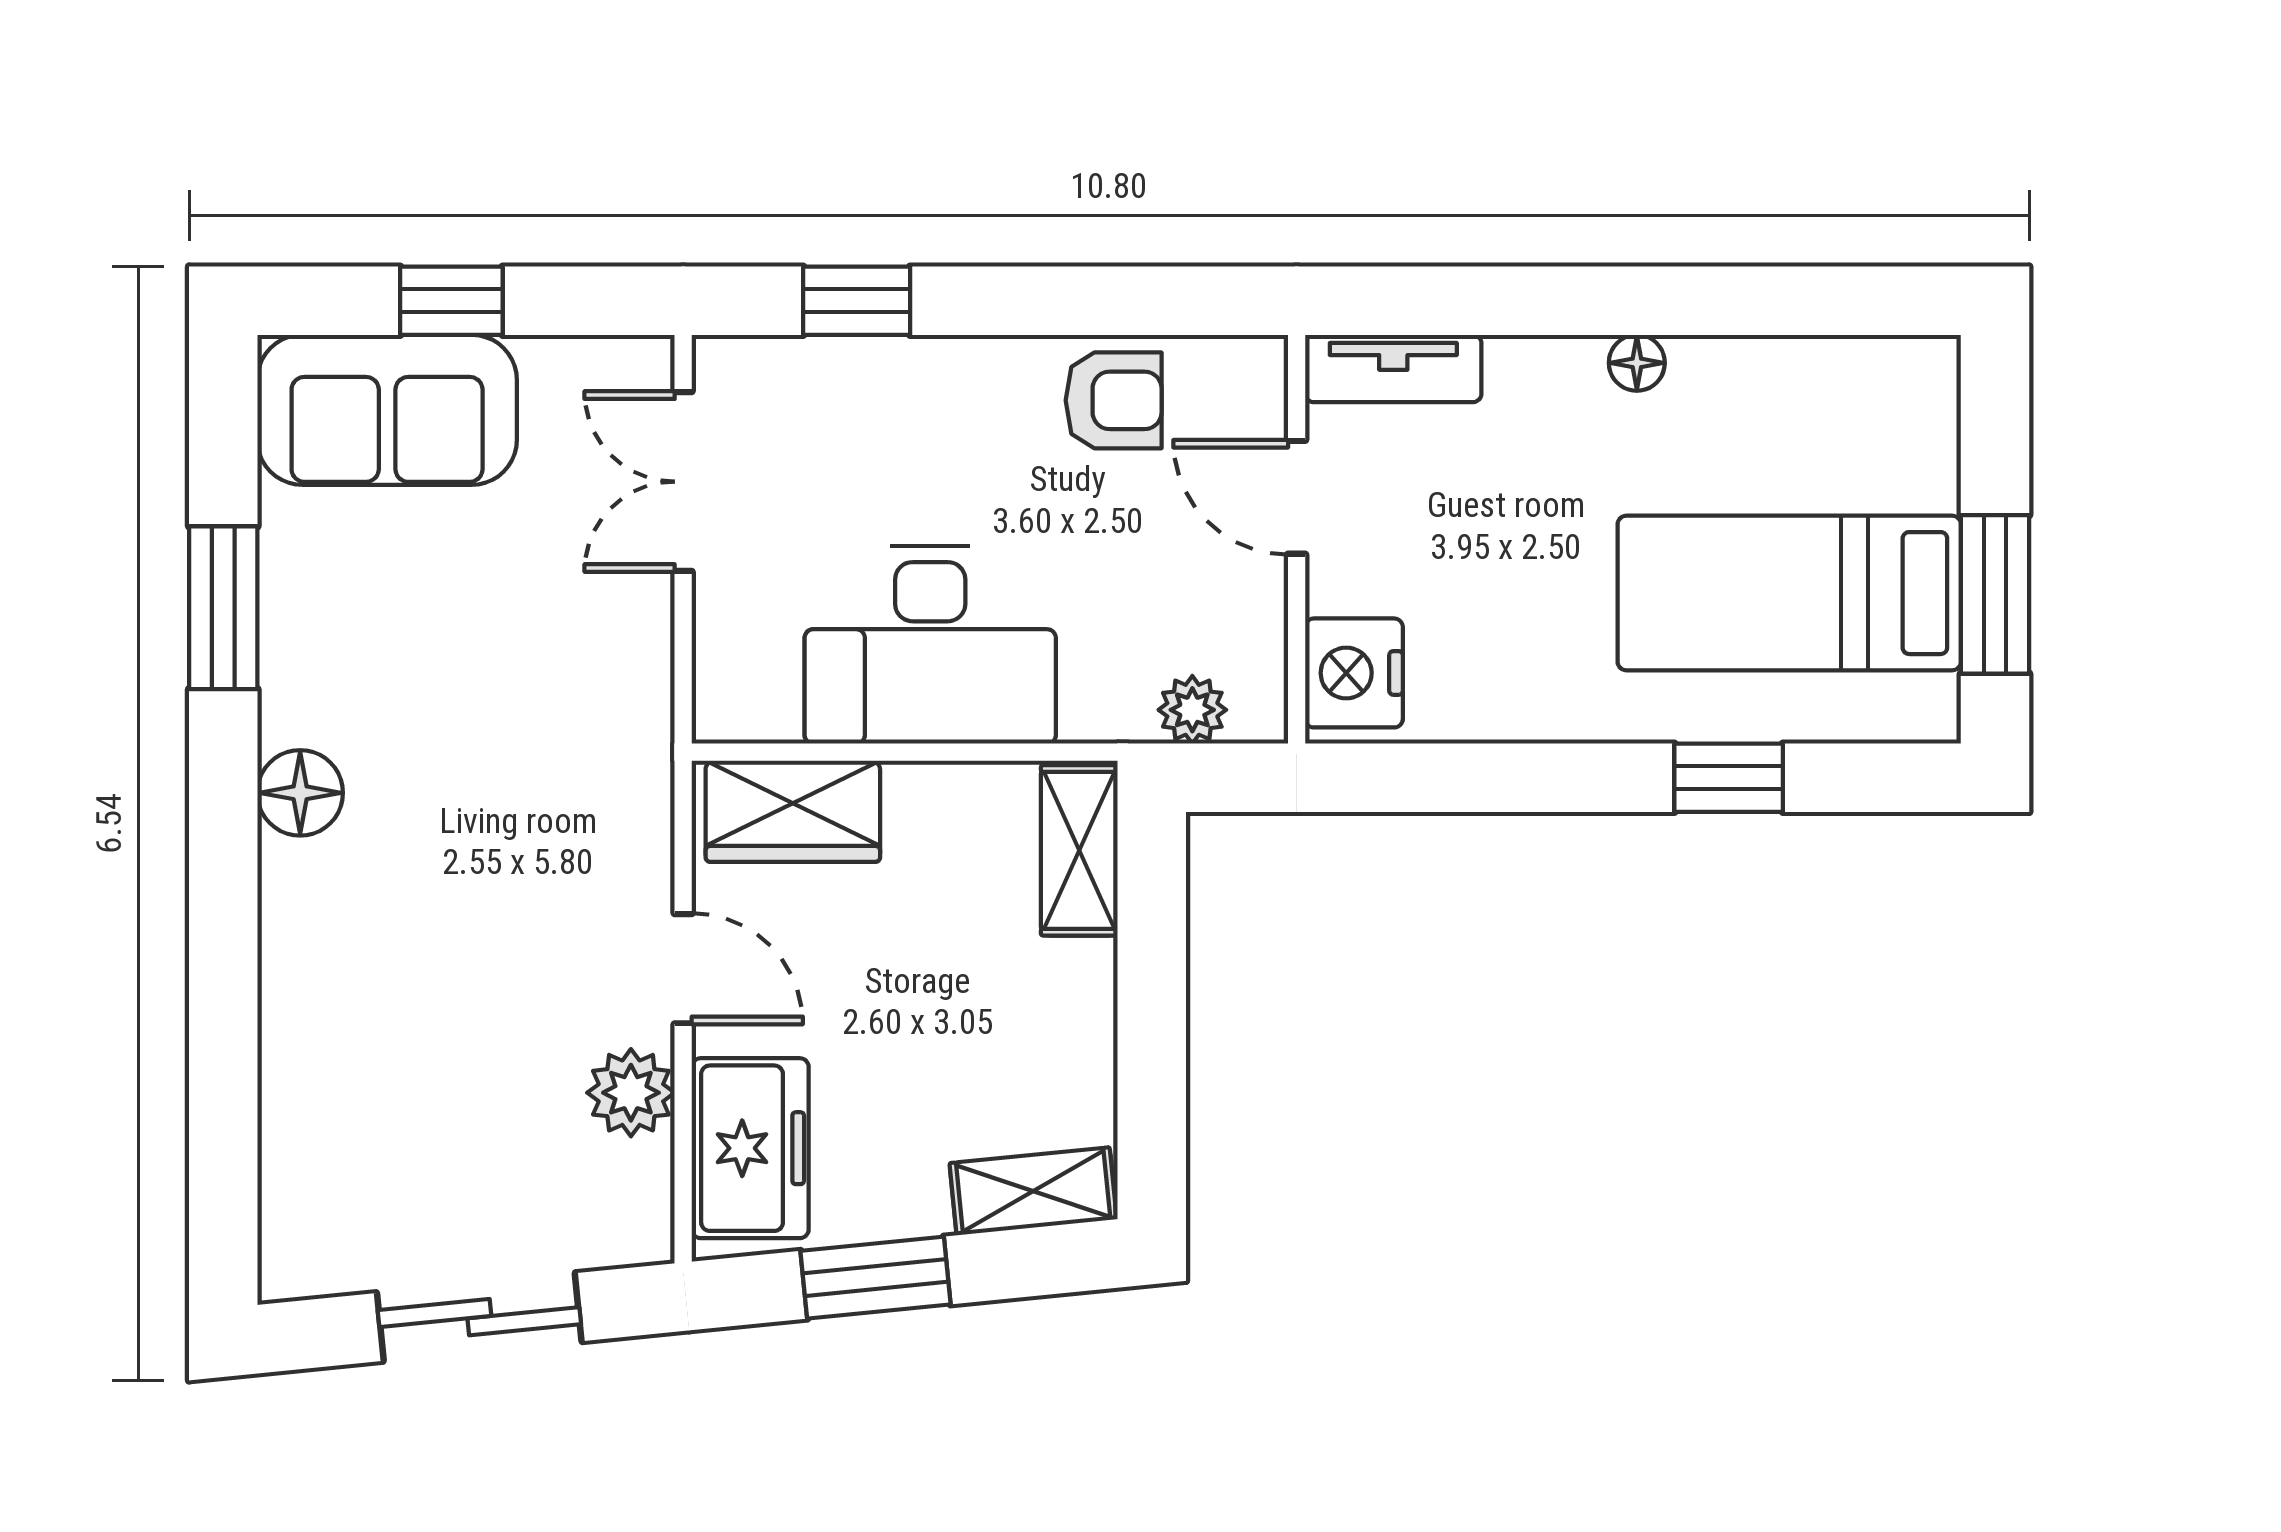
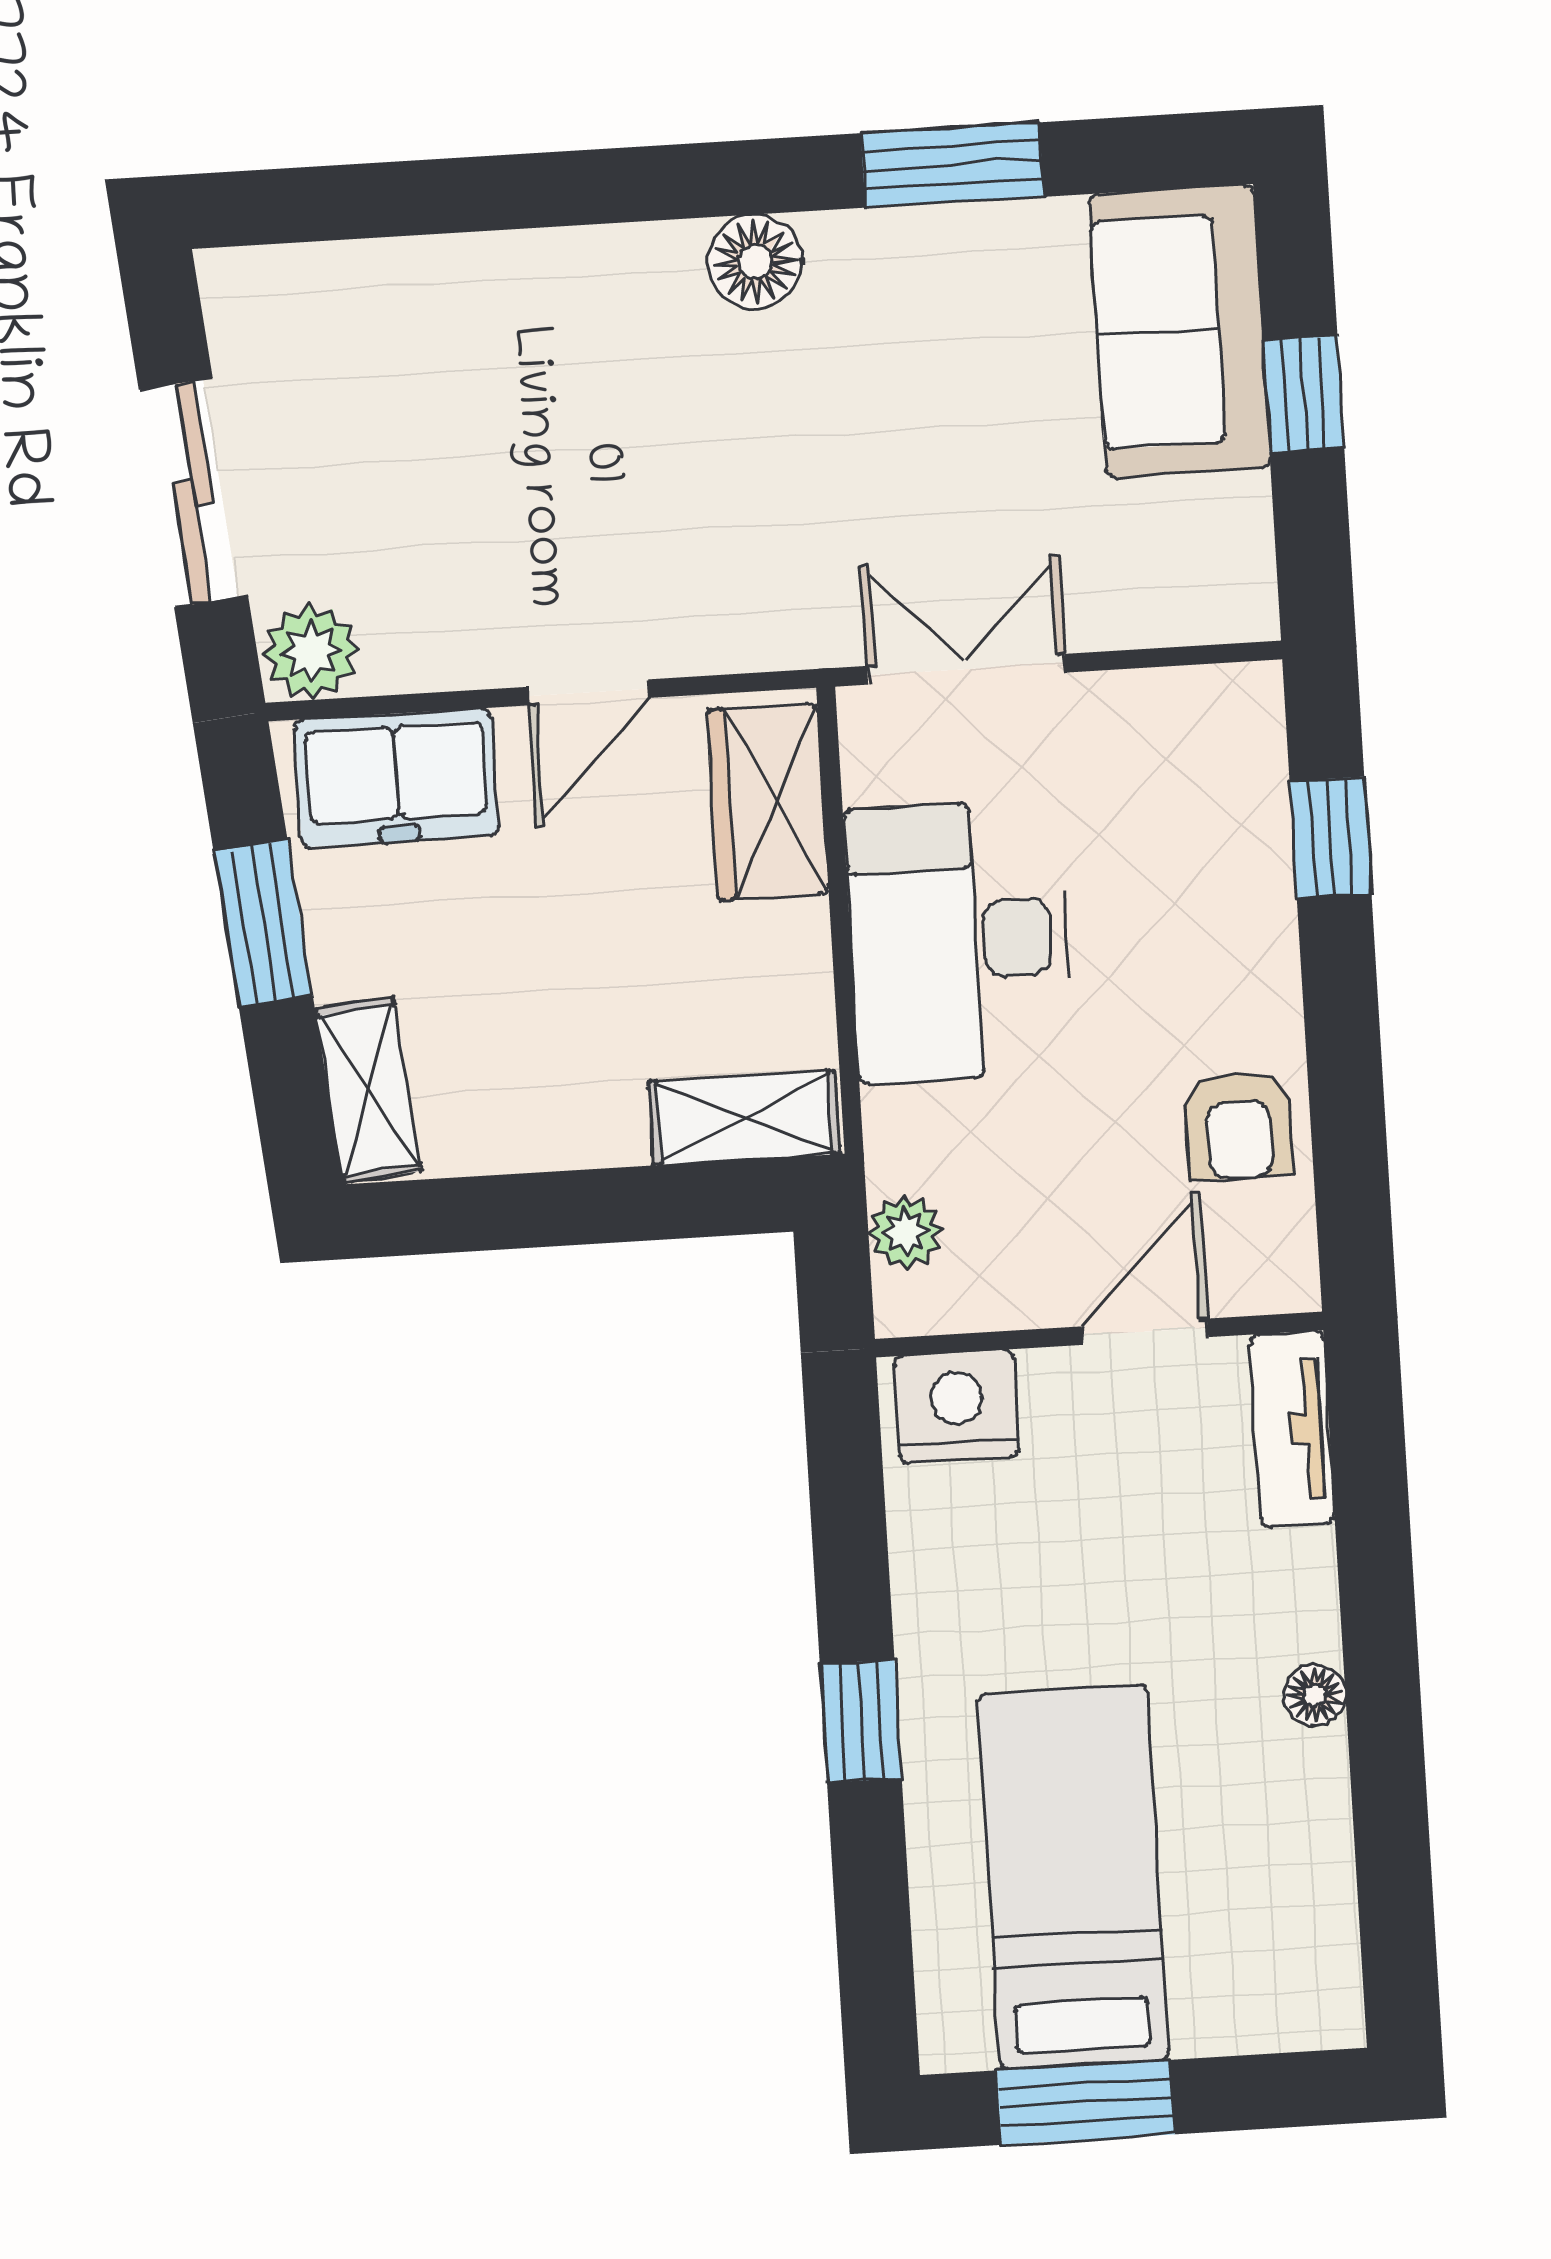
double door: (683, 482) -> (966, 669), moved
window: (1729, 778) -> (861, 1721), moved
plant: (631, 1093) -> (311, 652), moved

